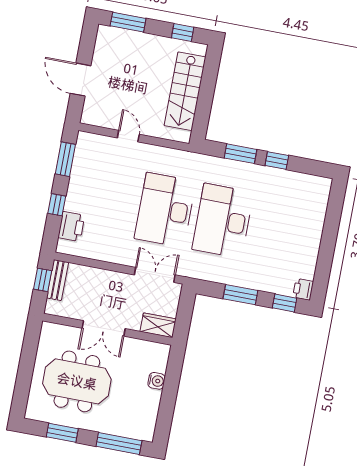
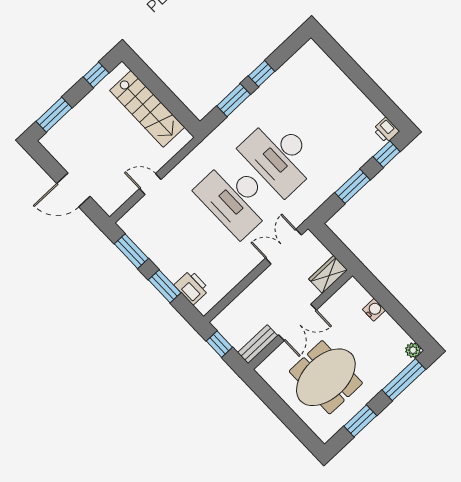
window: (57, 205) -> (165, 286), width x1.50
bench: (57, 280) -> (258, 344), moved, turned 90
plant: (147, 434) -> (413, 350), added

